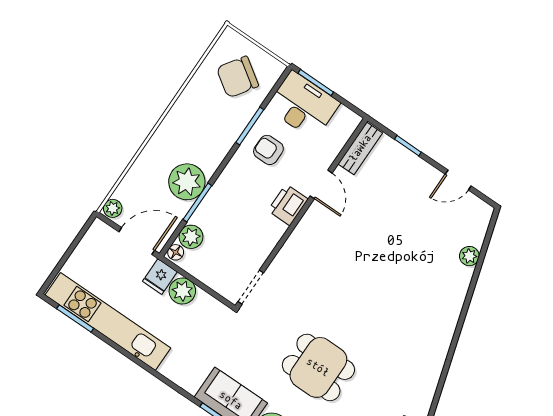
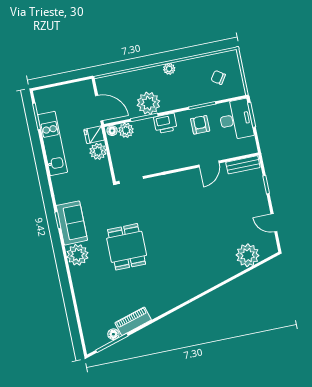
chair: (237, 77) -> (218, 77), width x0.54, depth x0.54
printer: (288, 205) -> (165, 123), moved, turned 180
plant: (113, 208) -> (169, 69), moved
plant: (469, 256) -> (248, 255), width x1.88, depth x1.88
kitchen unit: (108, 321) -> (53, 143), width x0.73

